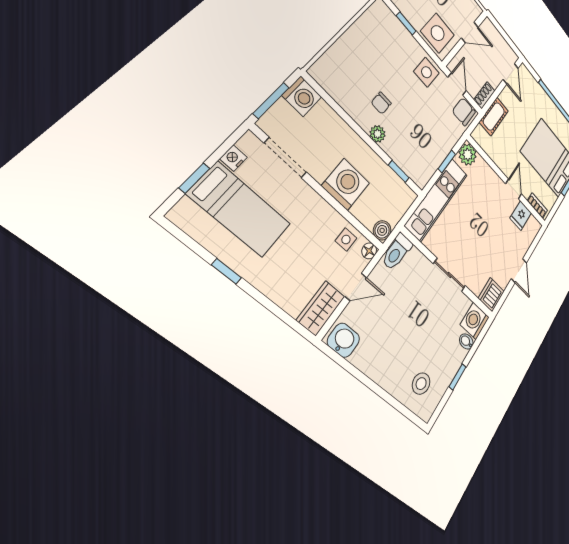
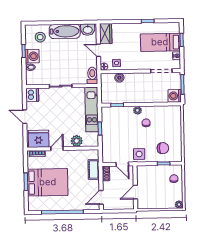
side table: (438, 33) -> (148, 175), removed
door: (511, 74) -> (101, 197), hinge flipped
chair: (464, 112) -> (163, 148), moved
plant: (468, 155) -> (77, 141), moved
washing machine: (346, 184) -> (133, 81), removed
door: (514, 189) -> (57, 149), swing flipped
fridge: (521, 215) -> (39, 139), width x1.88, depth x1.34
boiler: (382, 230) -> (119, 78), moved
door: (356, 287) -> (99, 50), hinge flipped
washing machine: (475, 321) -> (32, 56), moved
bathtub: (380, 366) -> (65, 31), added

